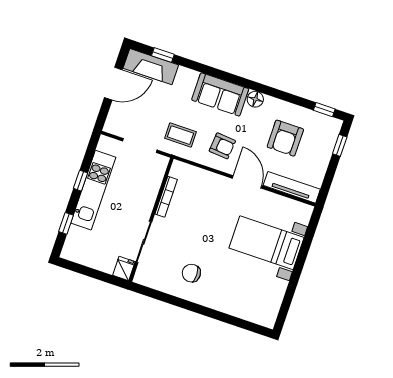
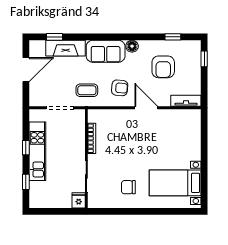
fireplace: (151, 67) -> (66, 48), moved
window: (324, 110) -> (173, 37), moved
tv unit: (292, 187) -> (186, 101), width x0.71
bed with nightstands: (266, 243) -> (175, 183), moved

